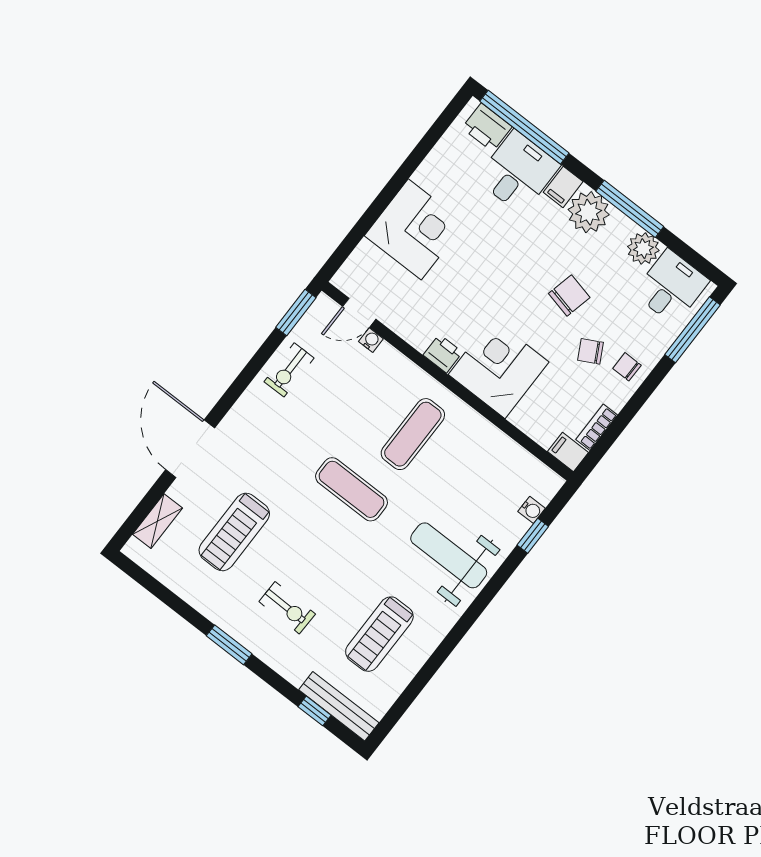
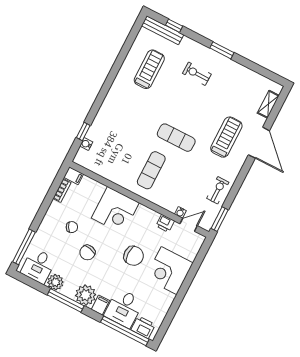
printer: (443, 354) -> (165, 223), moved
chair: (627, 367) -> (134, 256), moved, width x1.87, depth x1.87
treadmill: (234, 532) -> (226, 137), moved
weight bench: (449, 555) -> (123, 114), removed

